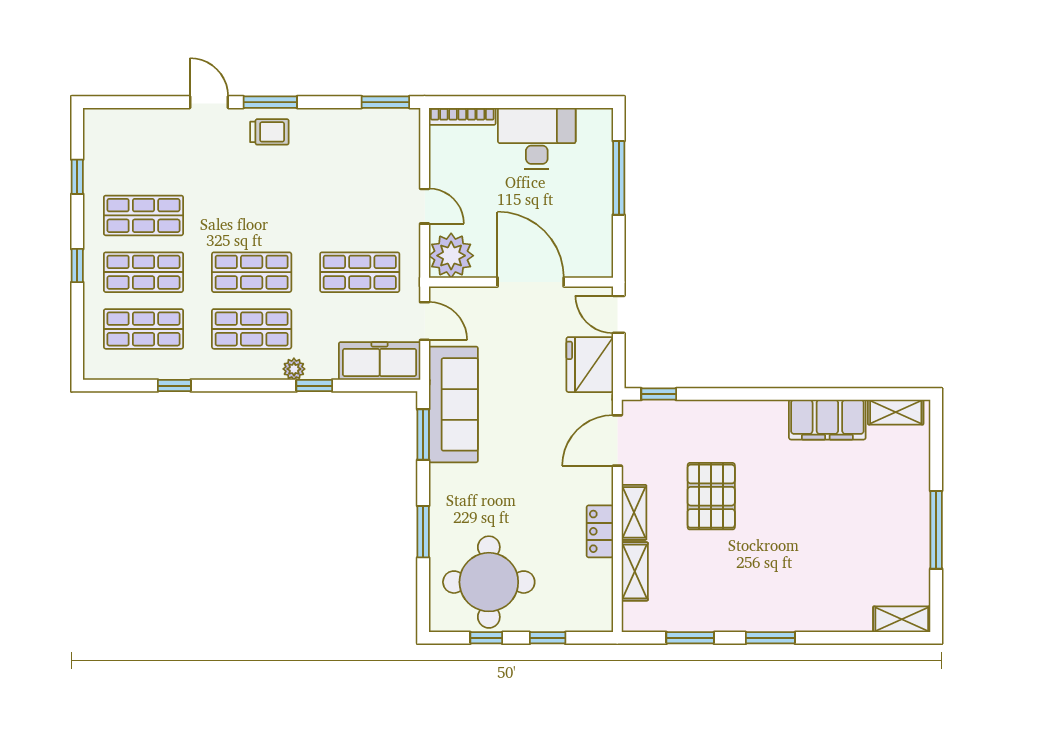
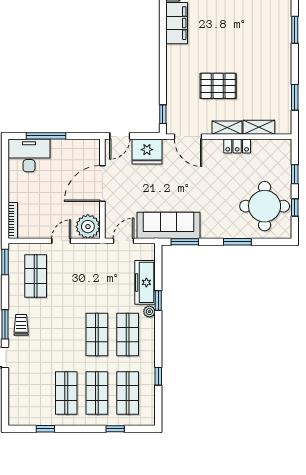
desk: (537, 138) -> (29, 155), moved, turned 90
window: (77, 266) -> (115, 429), moved
shop shelf: (360, 272) -> (36, 276), moved
freezer: (380, 361) -> (145, 282), moved
window: (770, 638) -> (295, 30), moved

